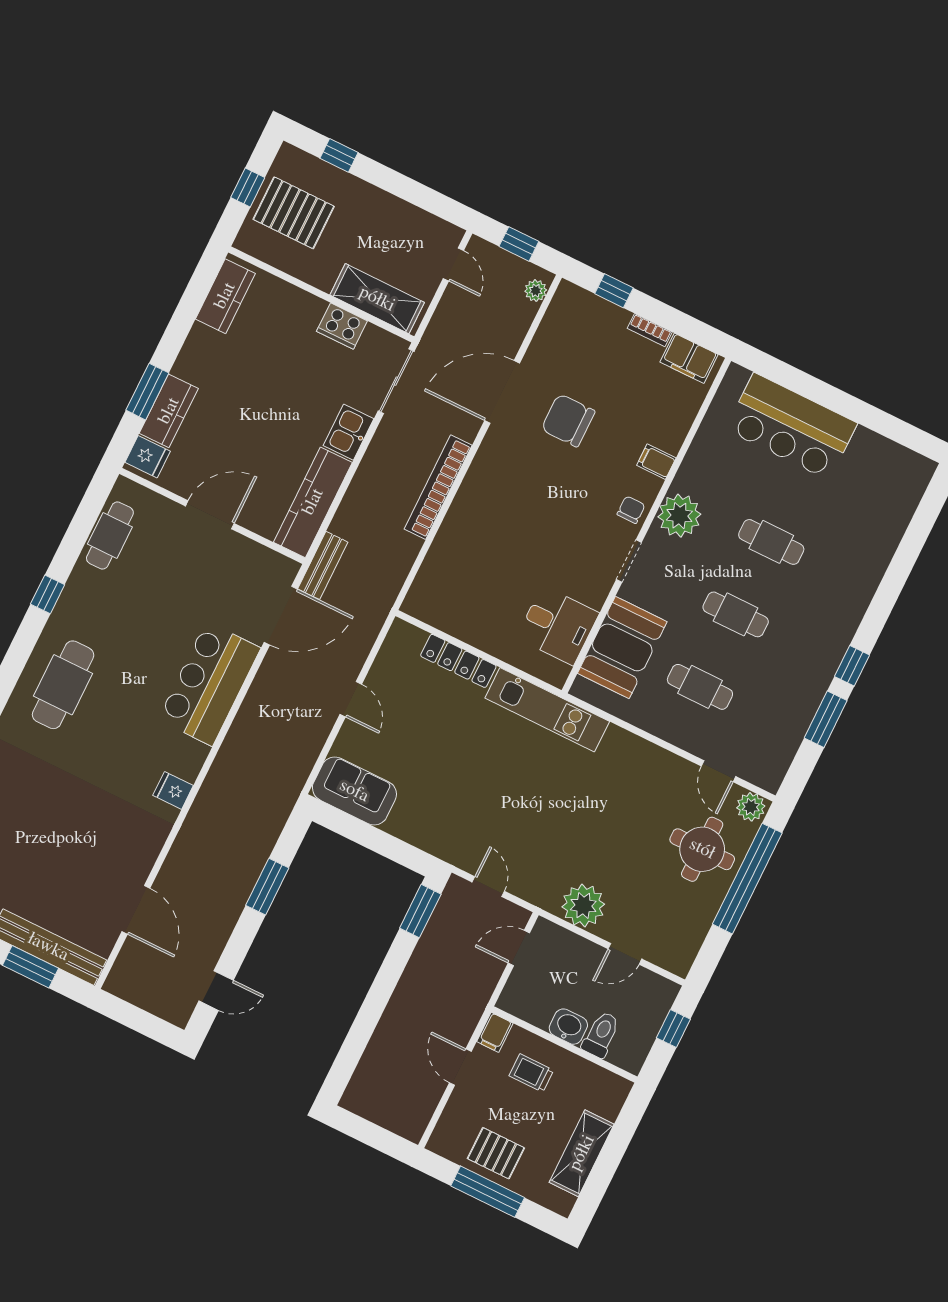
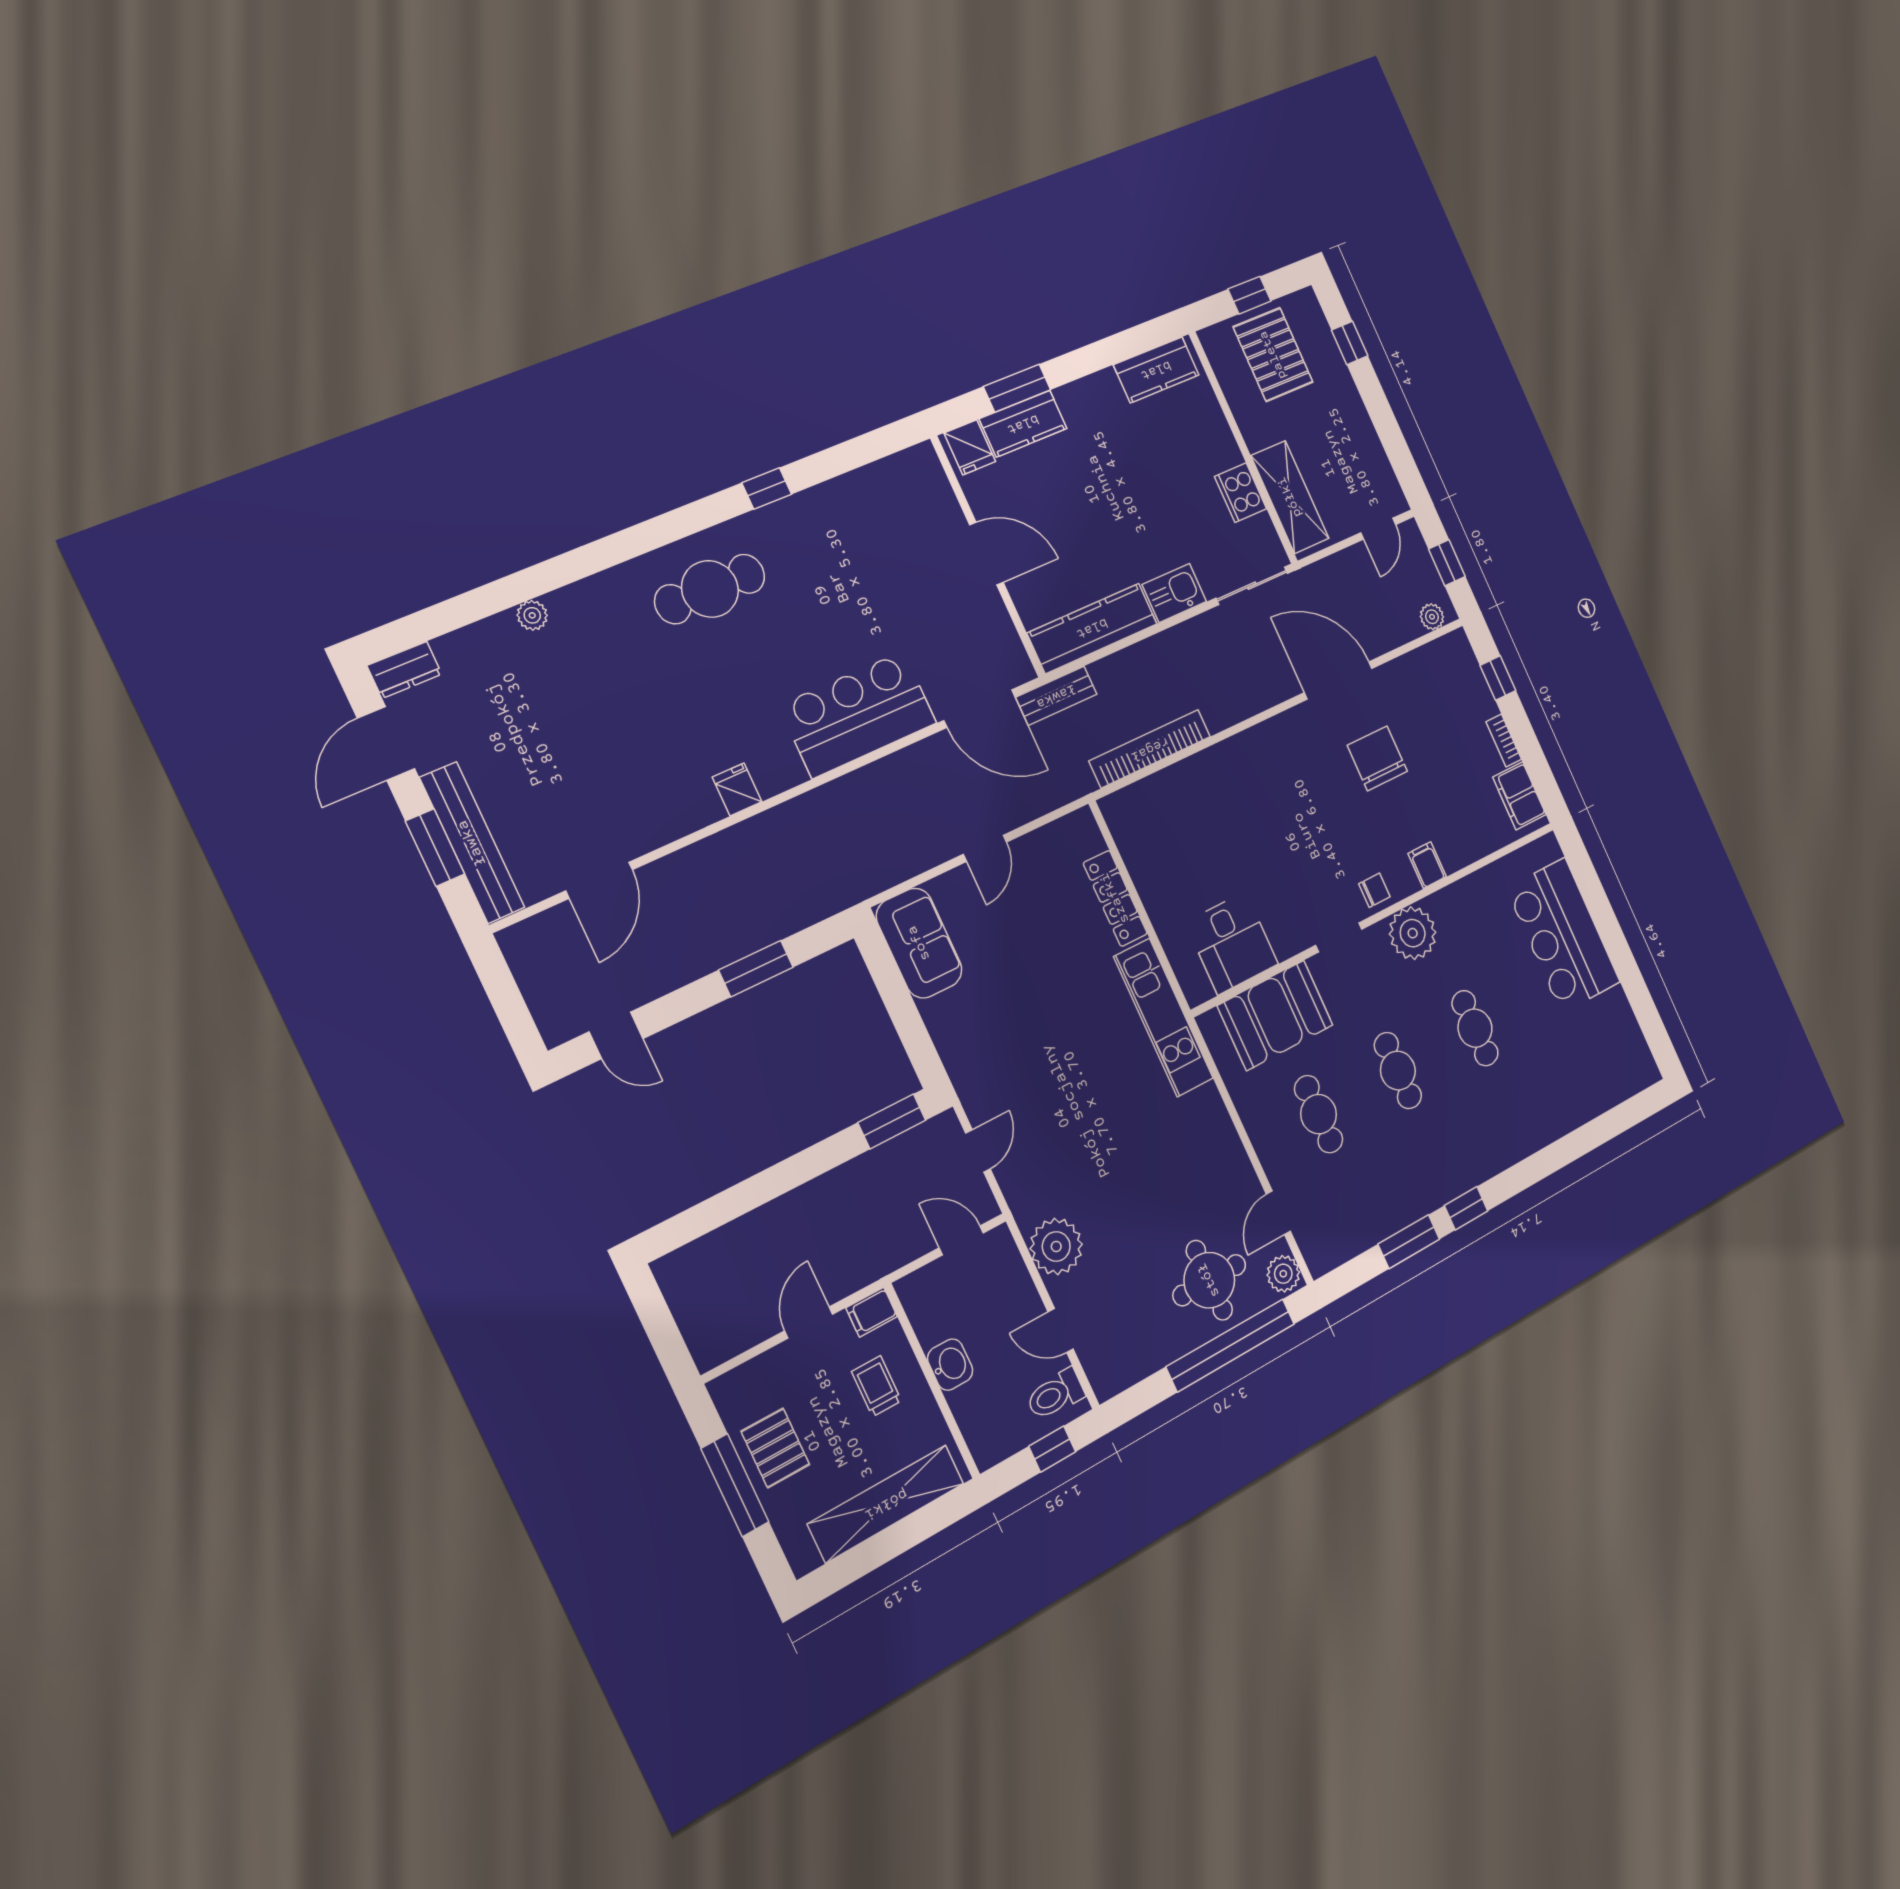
bookcase: (438, 487) -> (1150, 749), moved
cafe table: (110, 535) -> (874, 487), removed
toilet: (601, 1035) -> (1055, 1394), moved, turned 180
shelving: (582, 1153) -> (886, 1504), width x1.47

